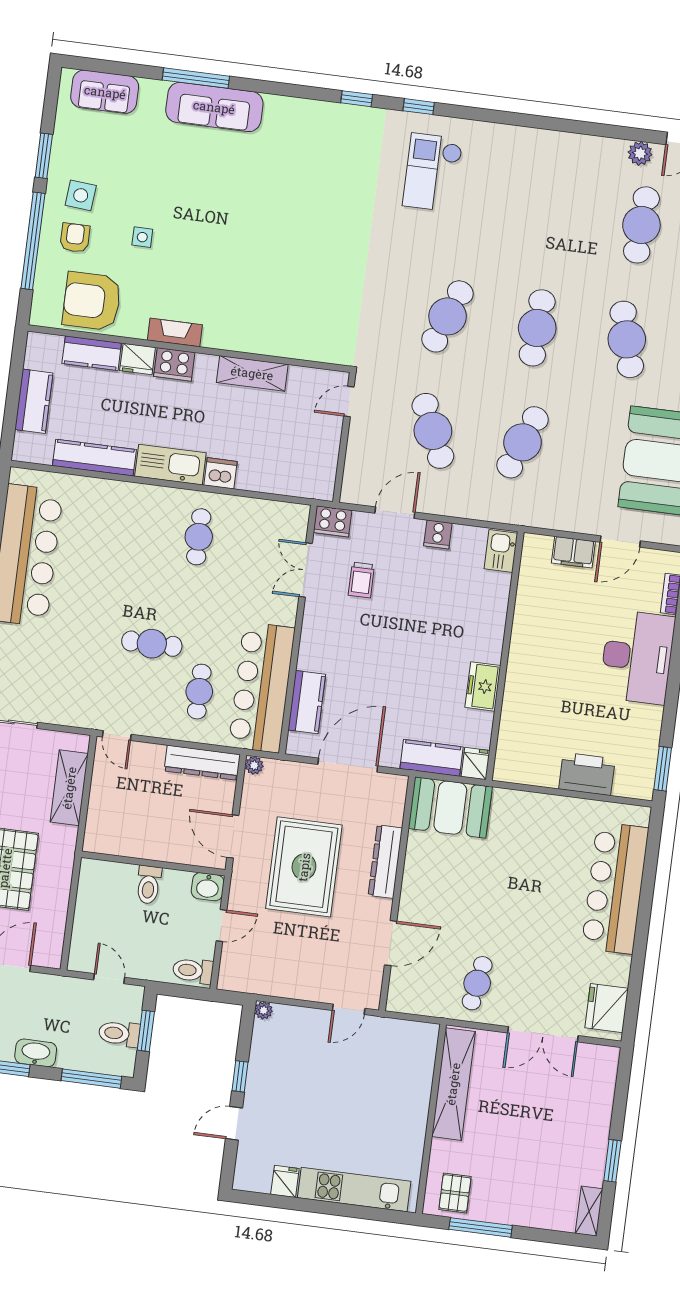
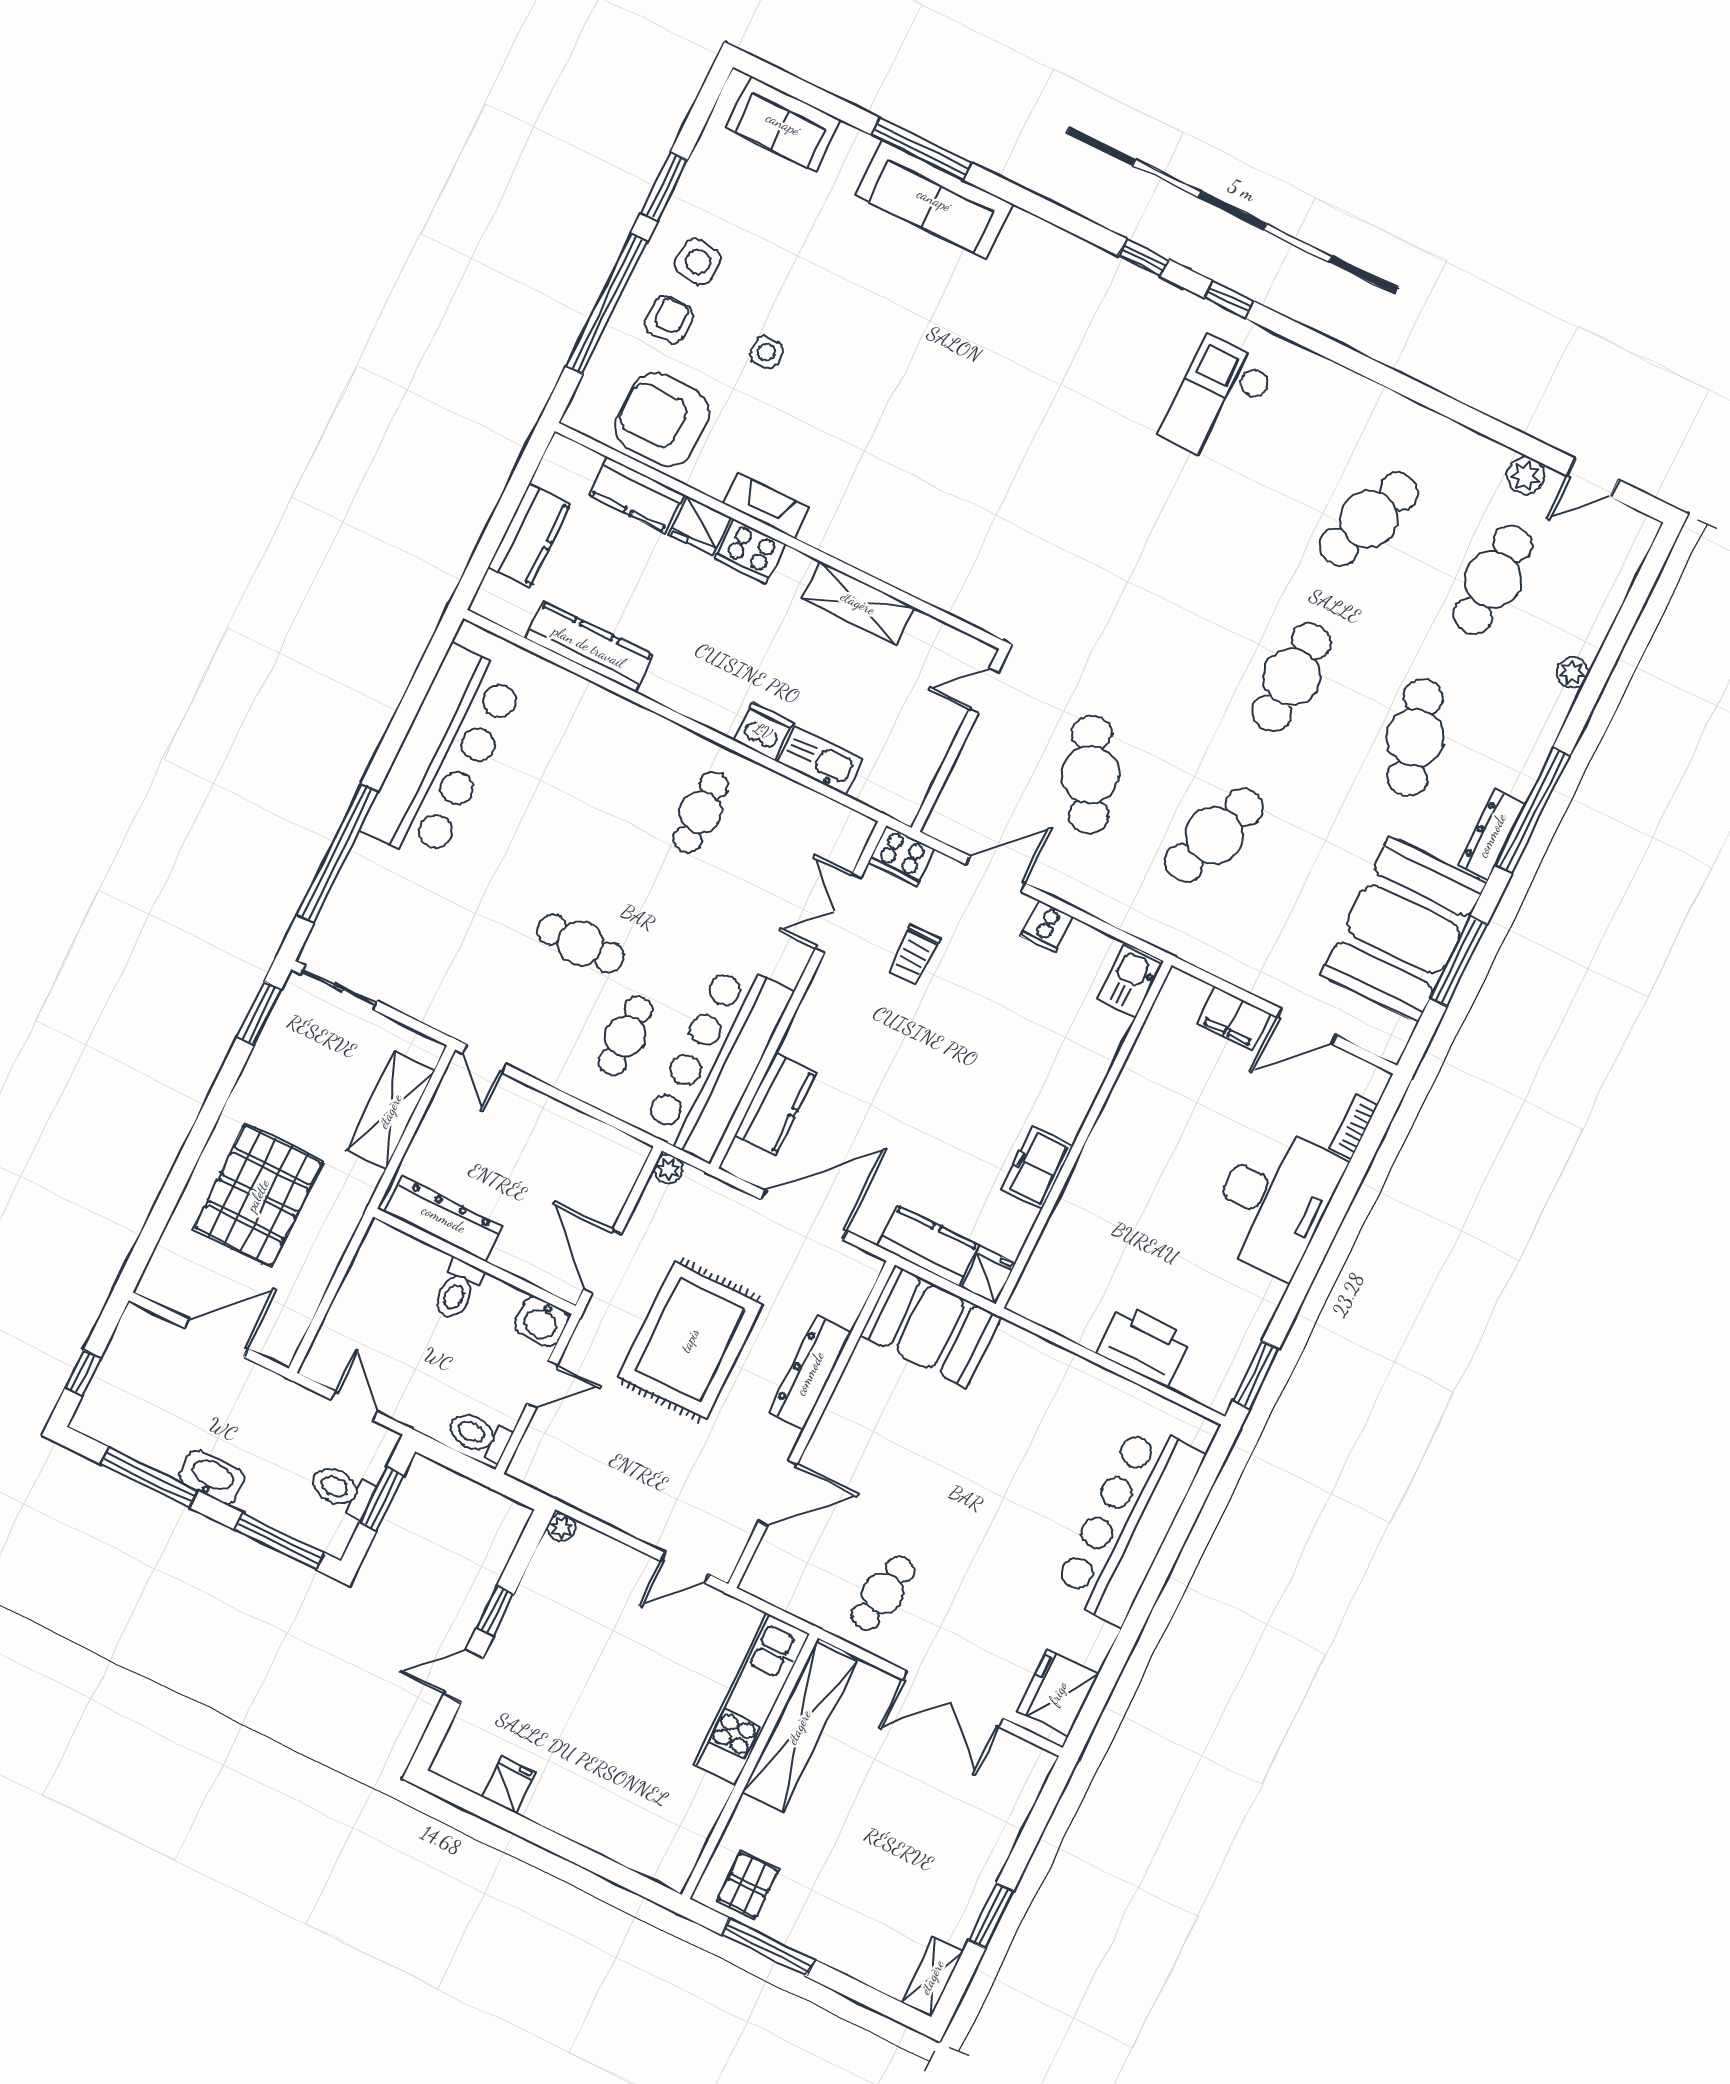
cafe table: (448, 316) -> (1369, 519), moved
kitchen sink: (170, 465) -> (820, 761), moved, width x0.73, depth x0.81
dresser: (202, 763) -> (444, 1219), moved, turned 180
kitchen unit: (354, 1190) -> (751, 1699), moved, turned -90

